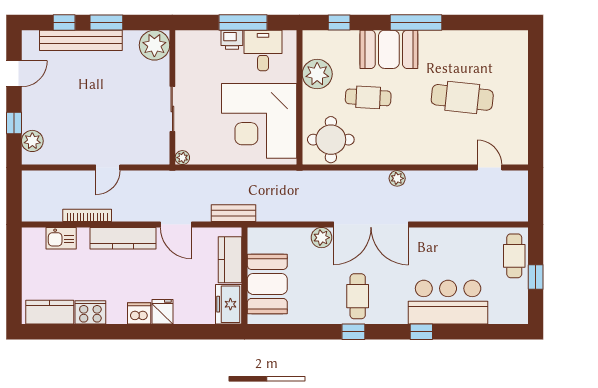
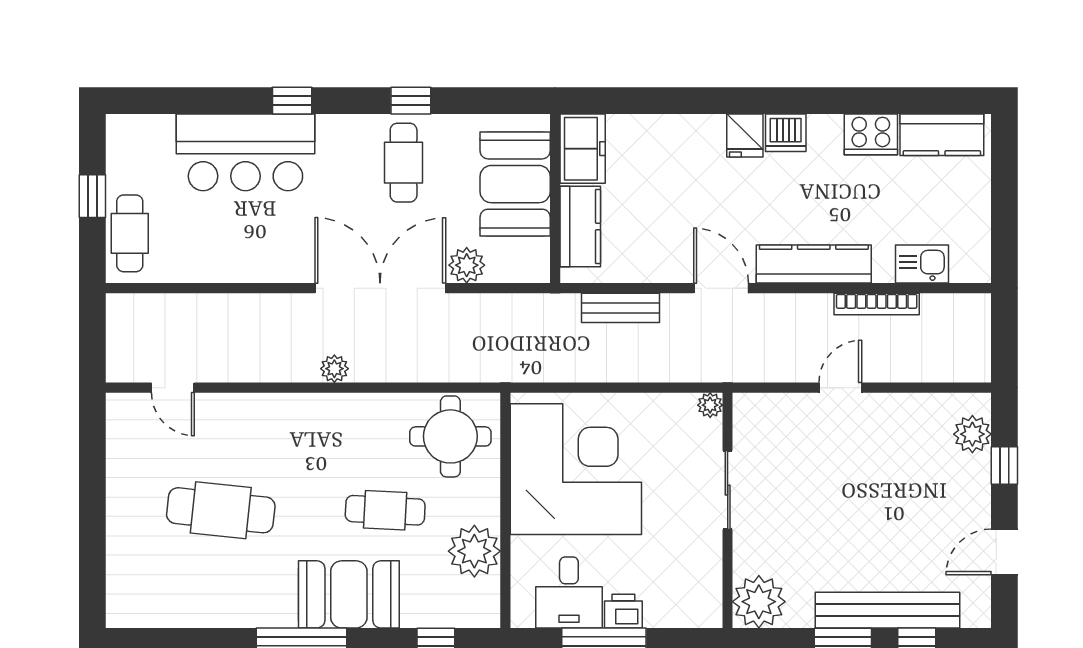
kitchen counter: (230, 260) -> (580, 227), moved
wall: (244, 276) -> (555, 199), moved
booth: (267, 284) -> (515, 184), moved
freezer: (229, 304) -> (583, 149), moved

